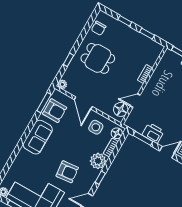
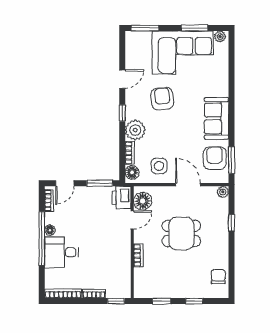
dining table: (98, 58) -> (181, 233), moved
armchair: (55, 111) -> (215, 158), turned 90
printer: (153, 133) -> (122, 197), moved, turned 90
armchair: (67, 172) -> (162, 99), turned 90

